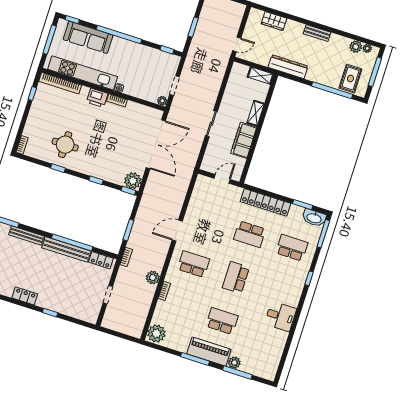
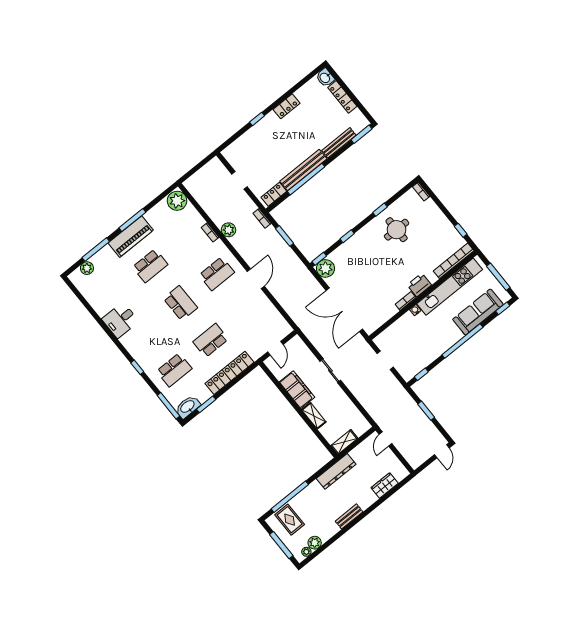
plant: (162, 101) -> (379, 341), removed
plant: (234, 363) -> (87, 268), moved

